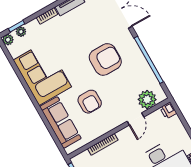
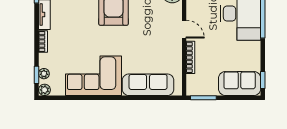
armchair: (90, 102) -> (144, 47), removed
door: (135, 119) -> (184, 29), moved

